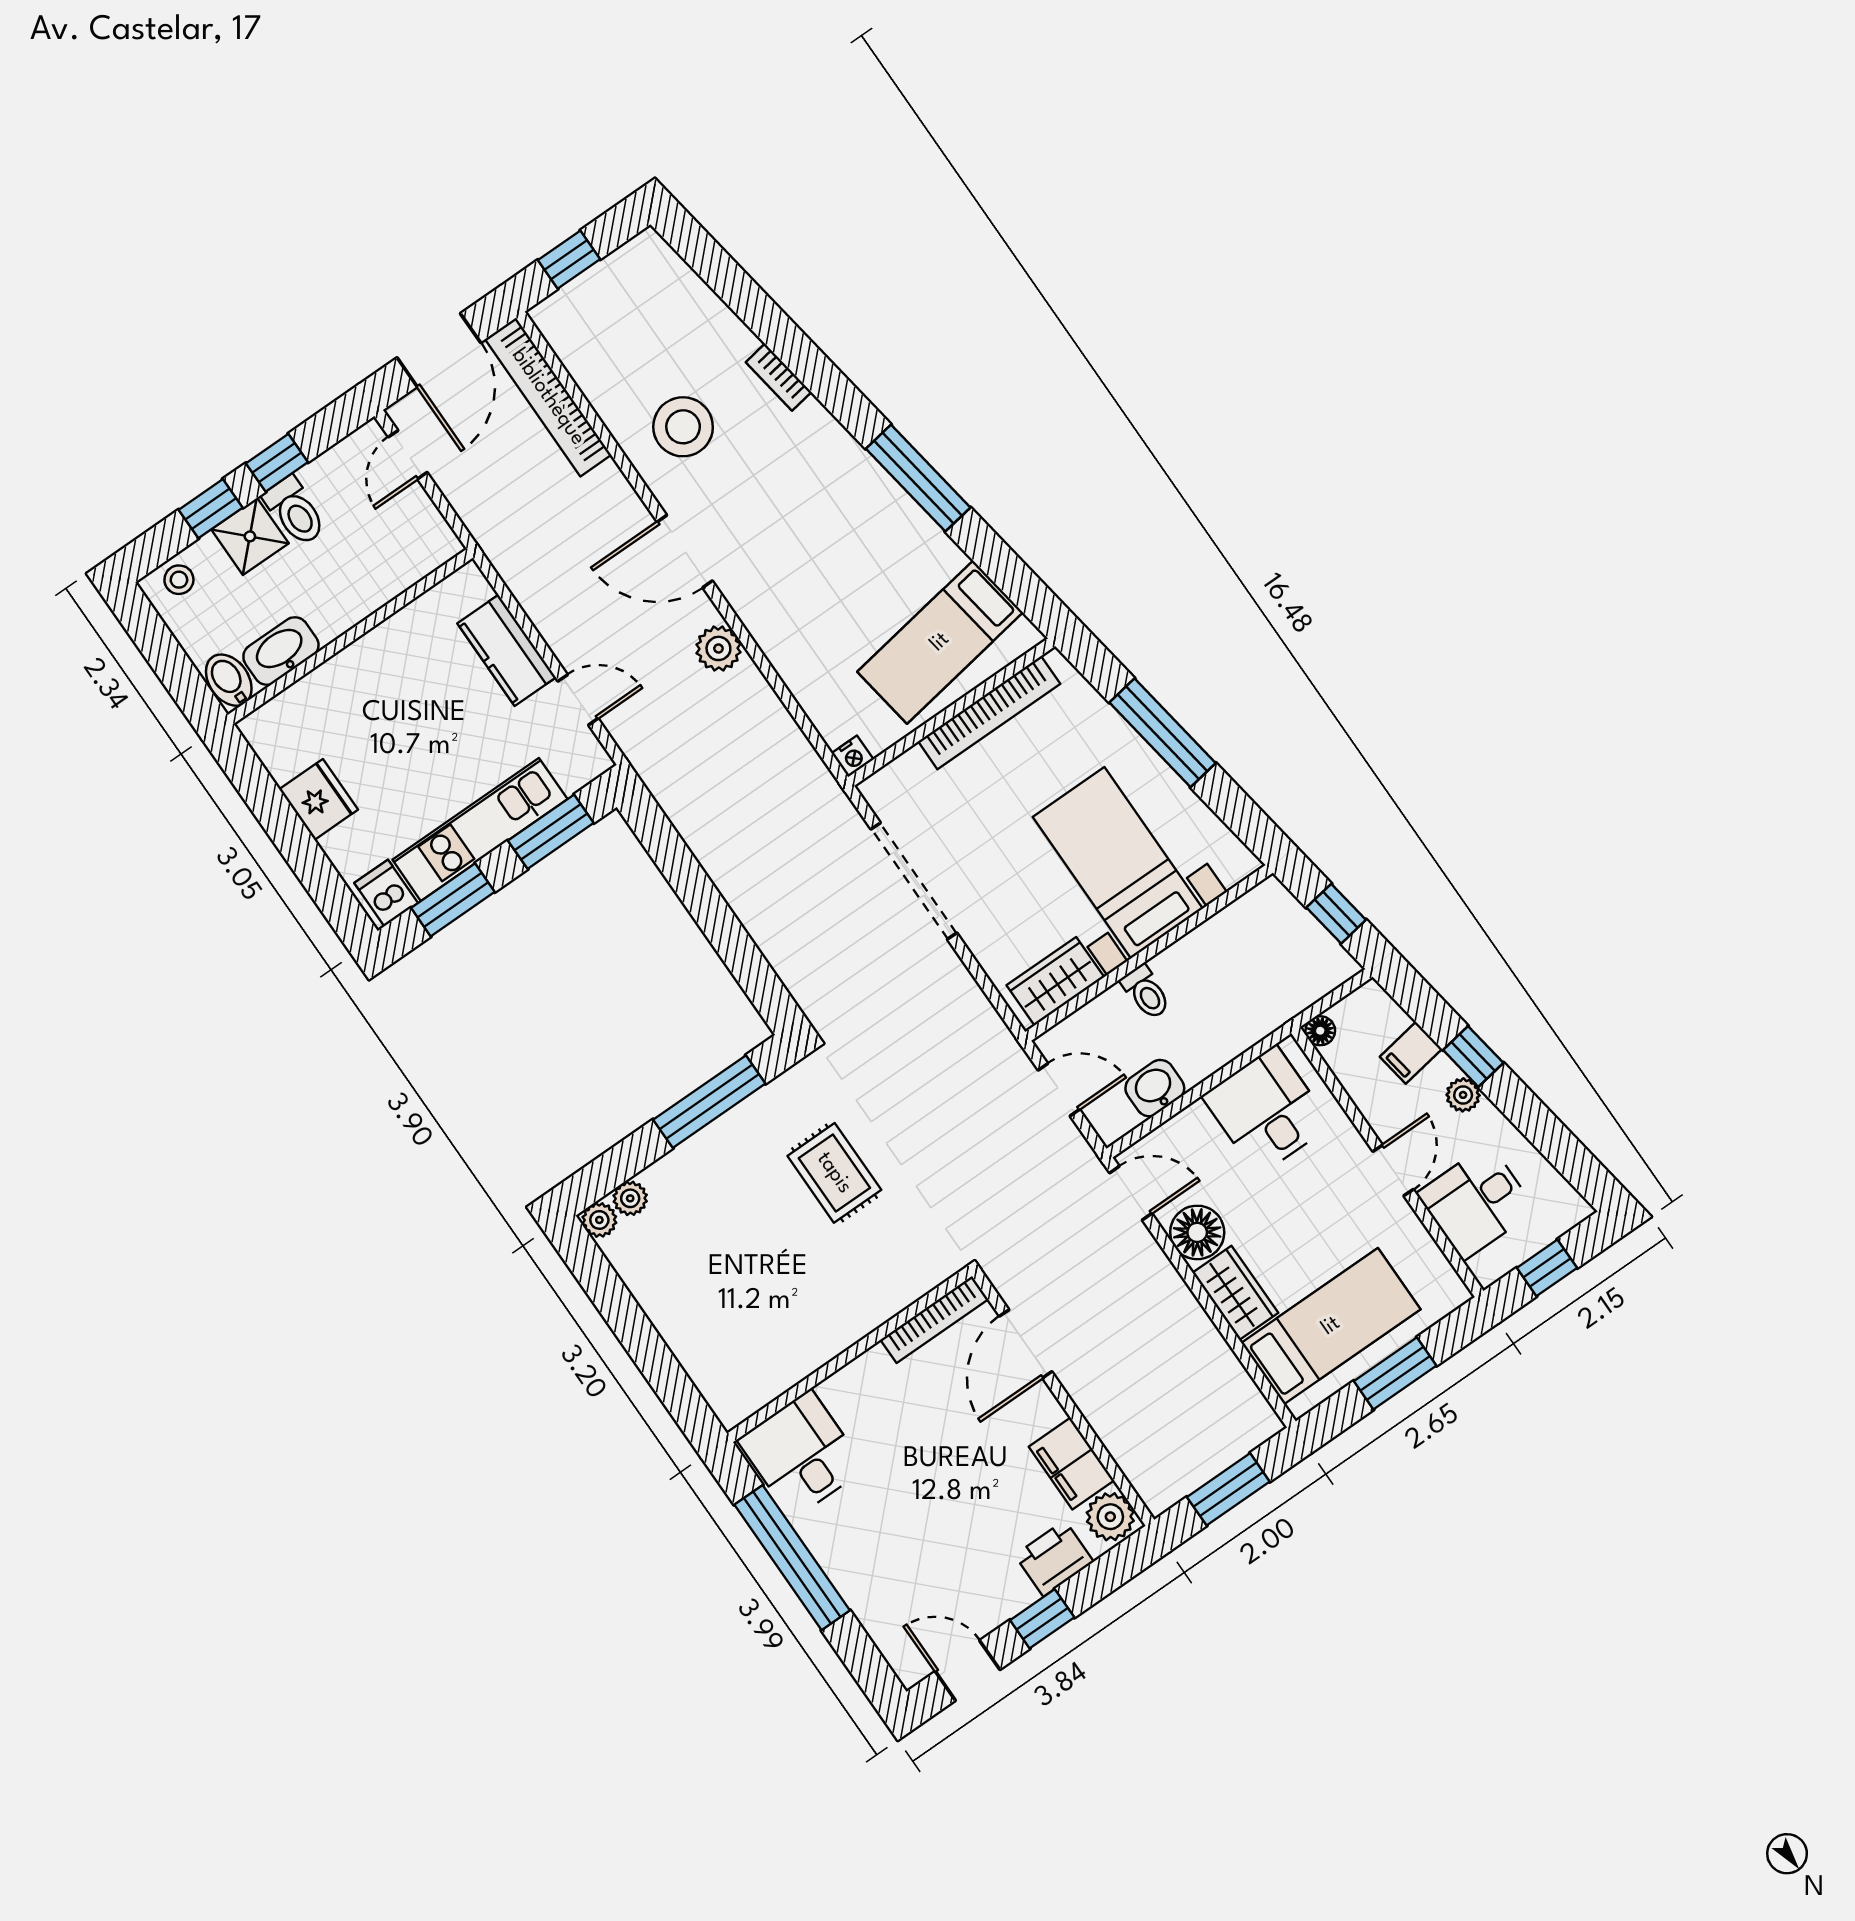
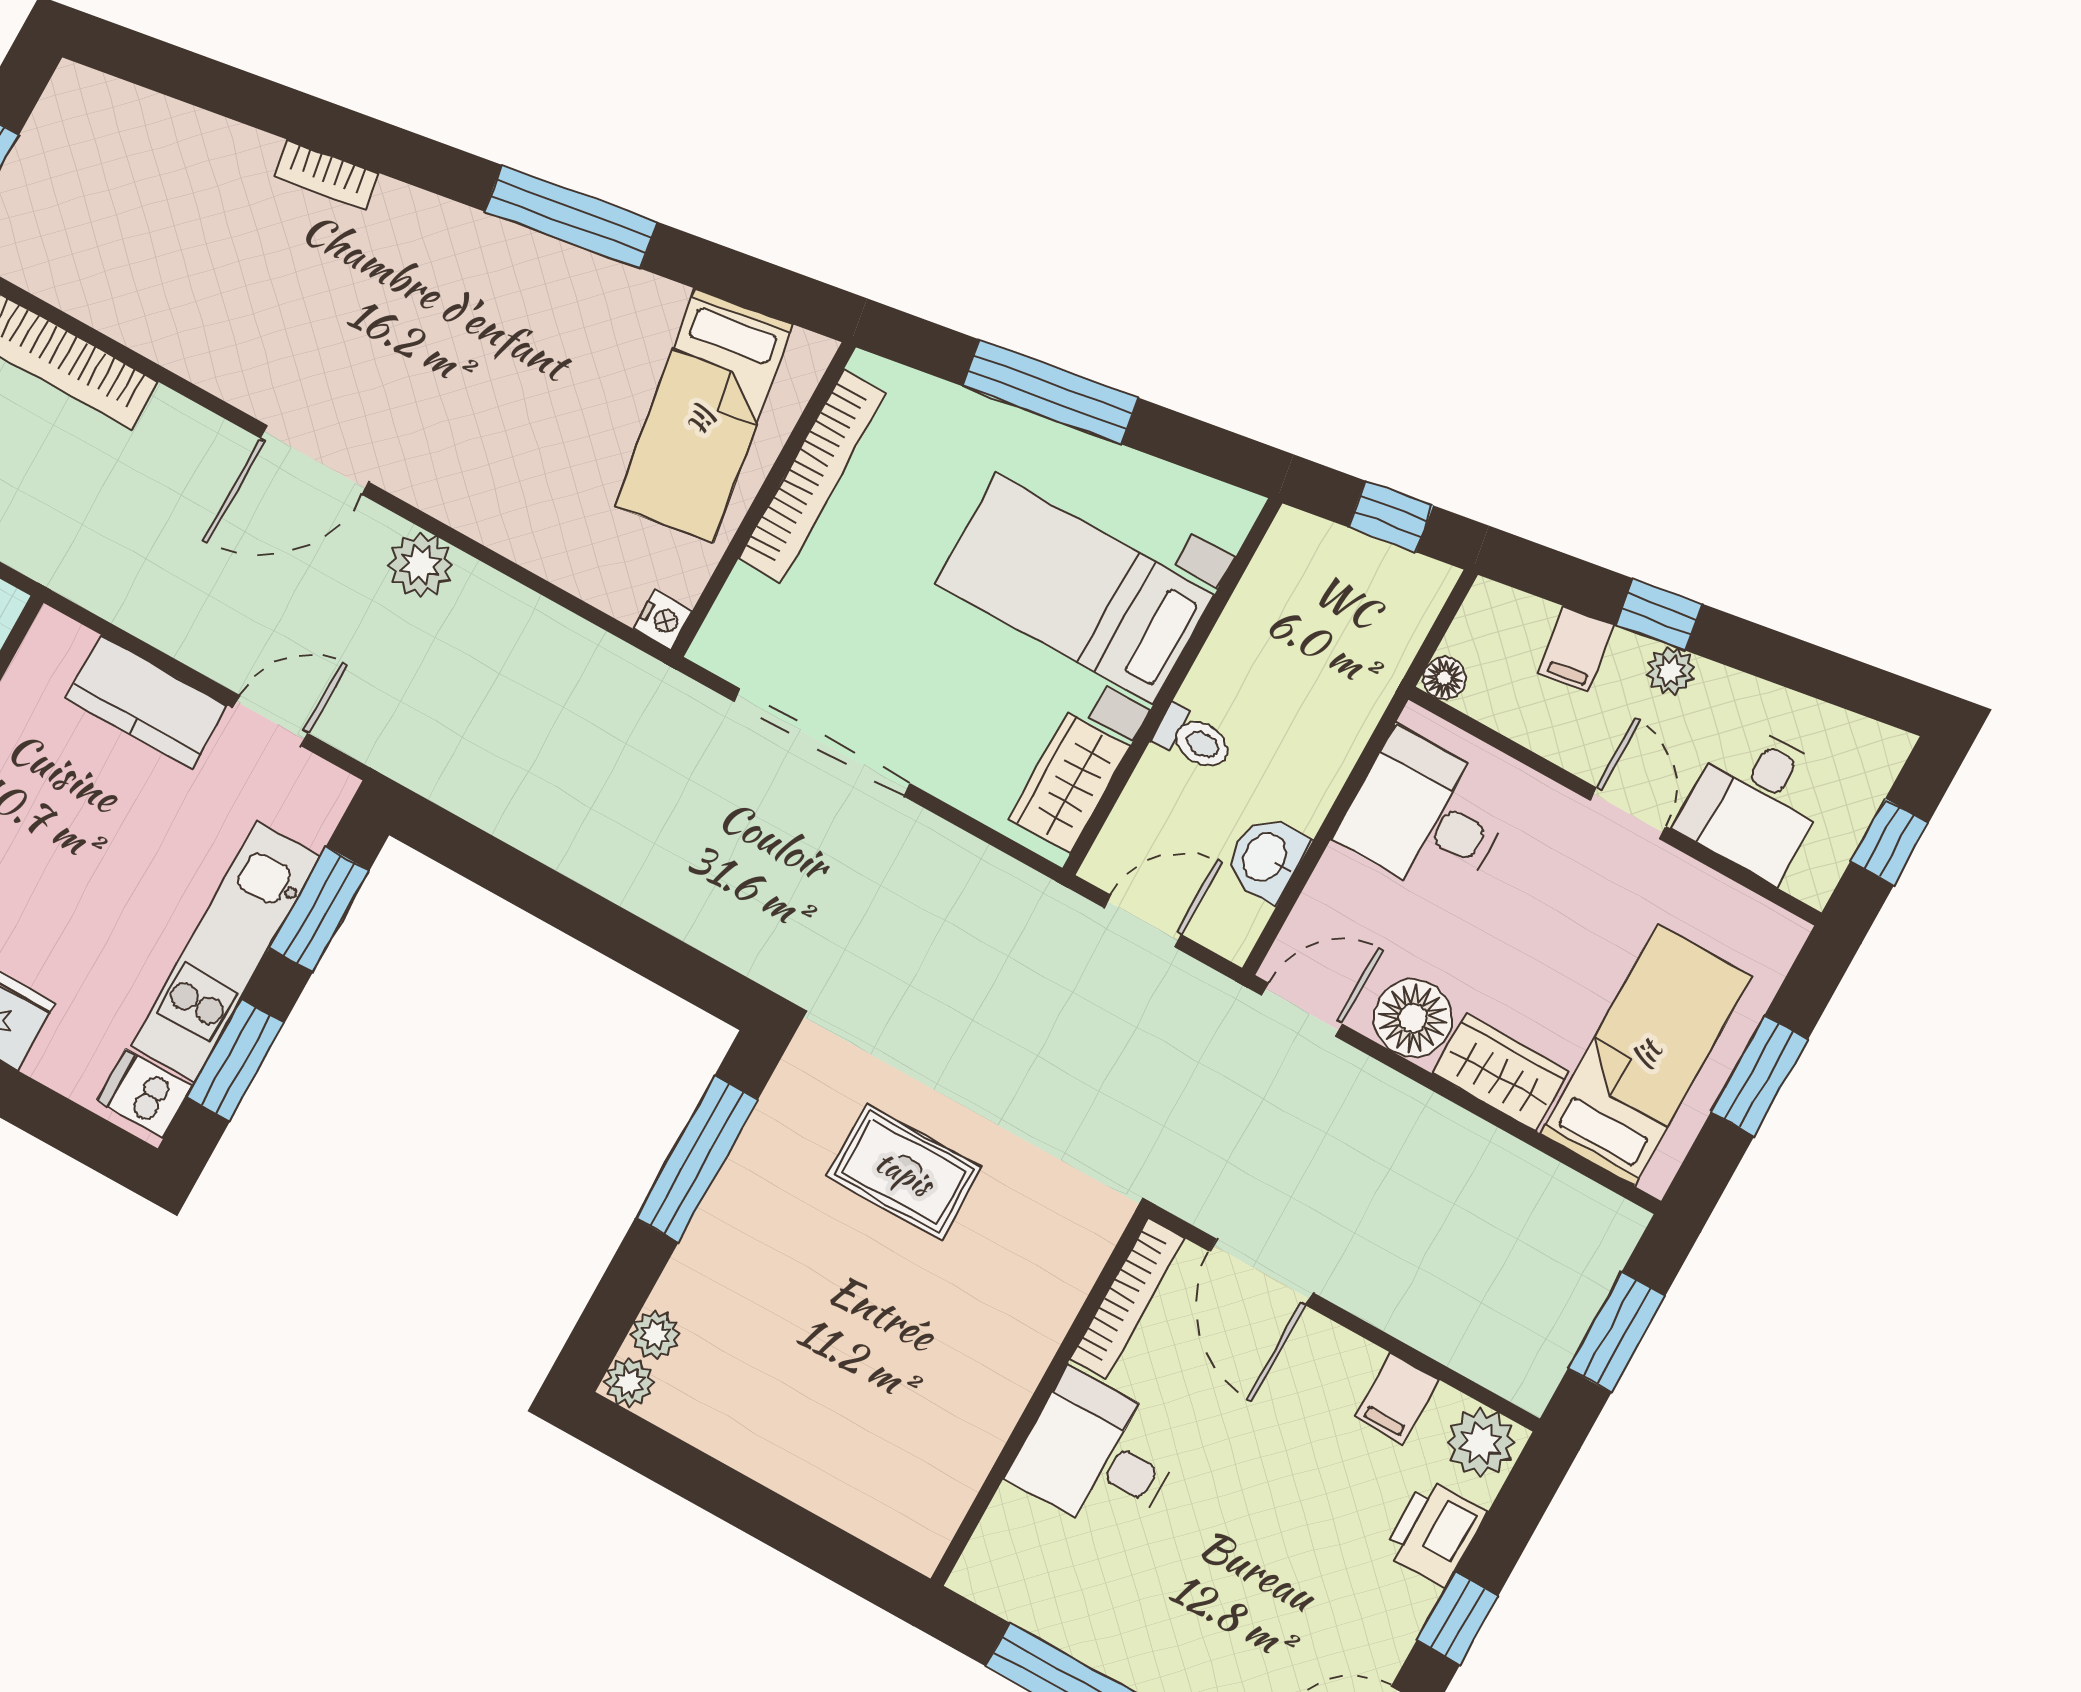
stool: (683, 427) -> (233, 300), removed
desk: (801, 1454) -> (1097, 1455), moved
filing cabinet: (1071, 1464) -> (1397, 1398), width x0.50

